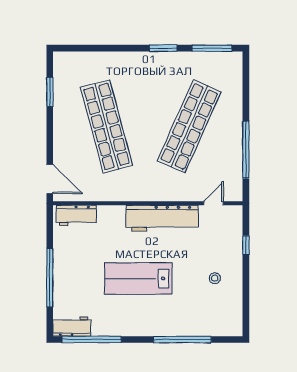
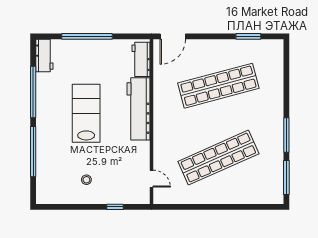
window: (163, 48) -> (286, 135), width x1.44
shop shelf: (189, 126) -> (218, 158), turned -48
window: (246, 150) -> (198, 207), removed
workbench: (162, 218) -> (138, 109), moved
window: (92, 339) -> (33, 92), moved

